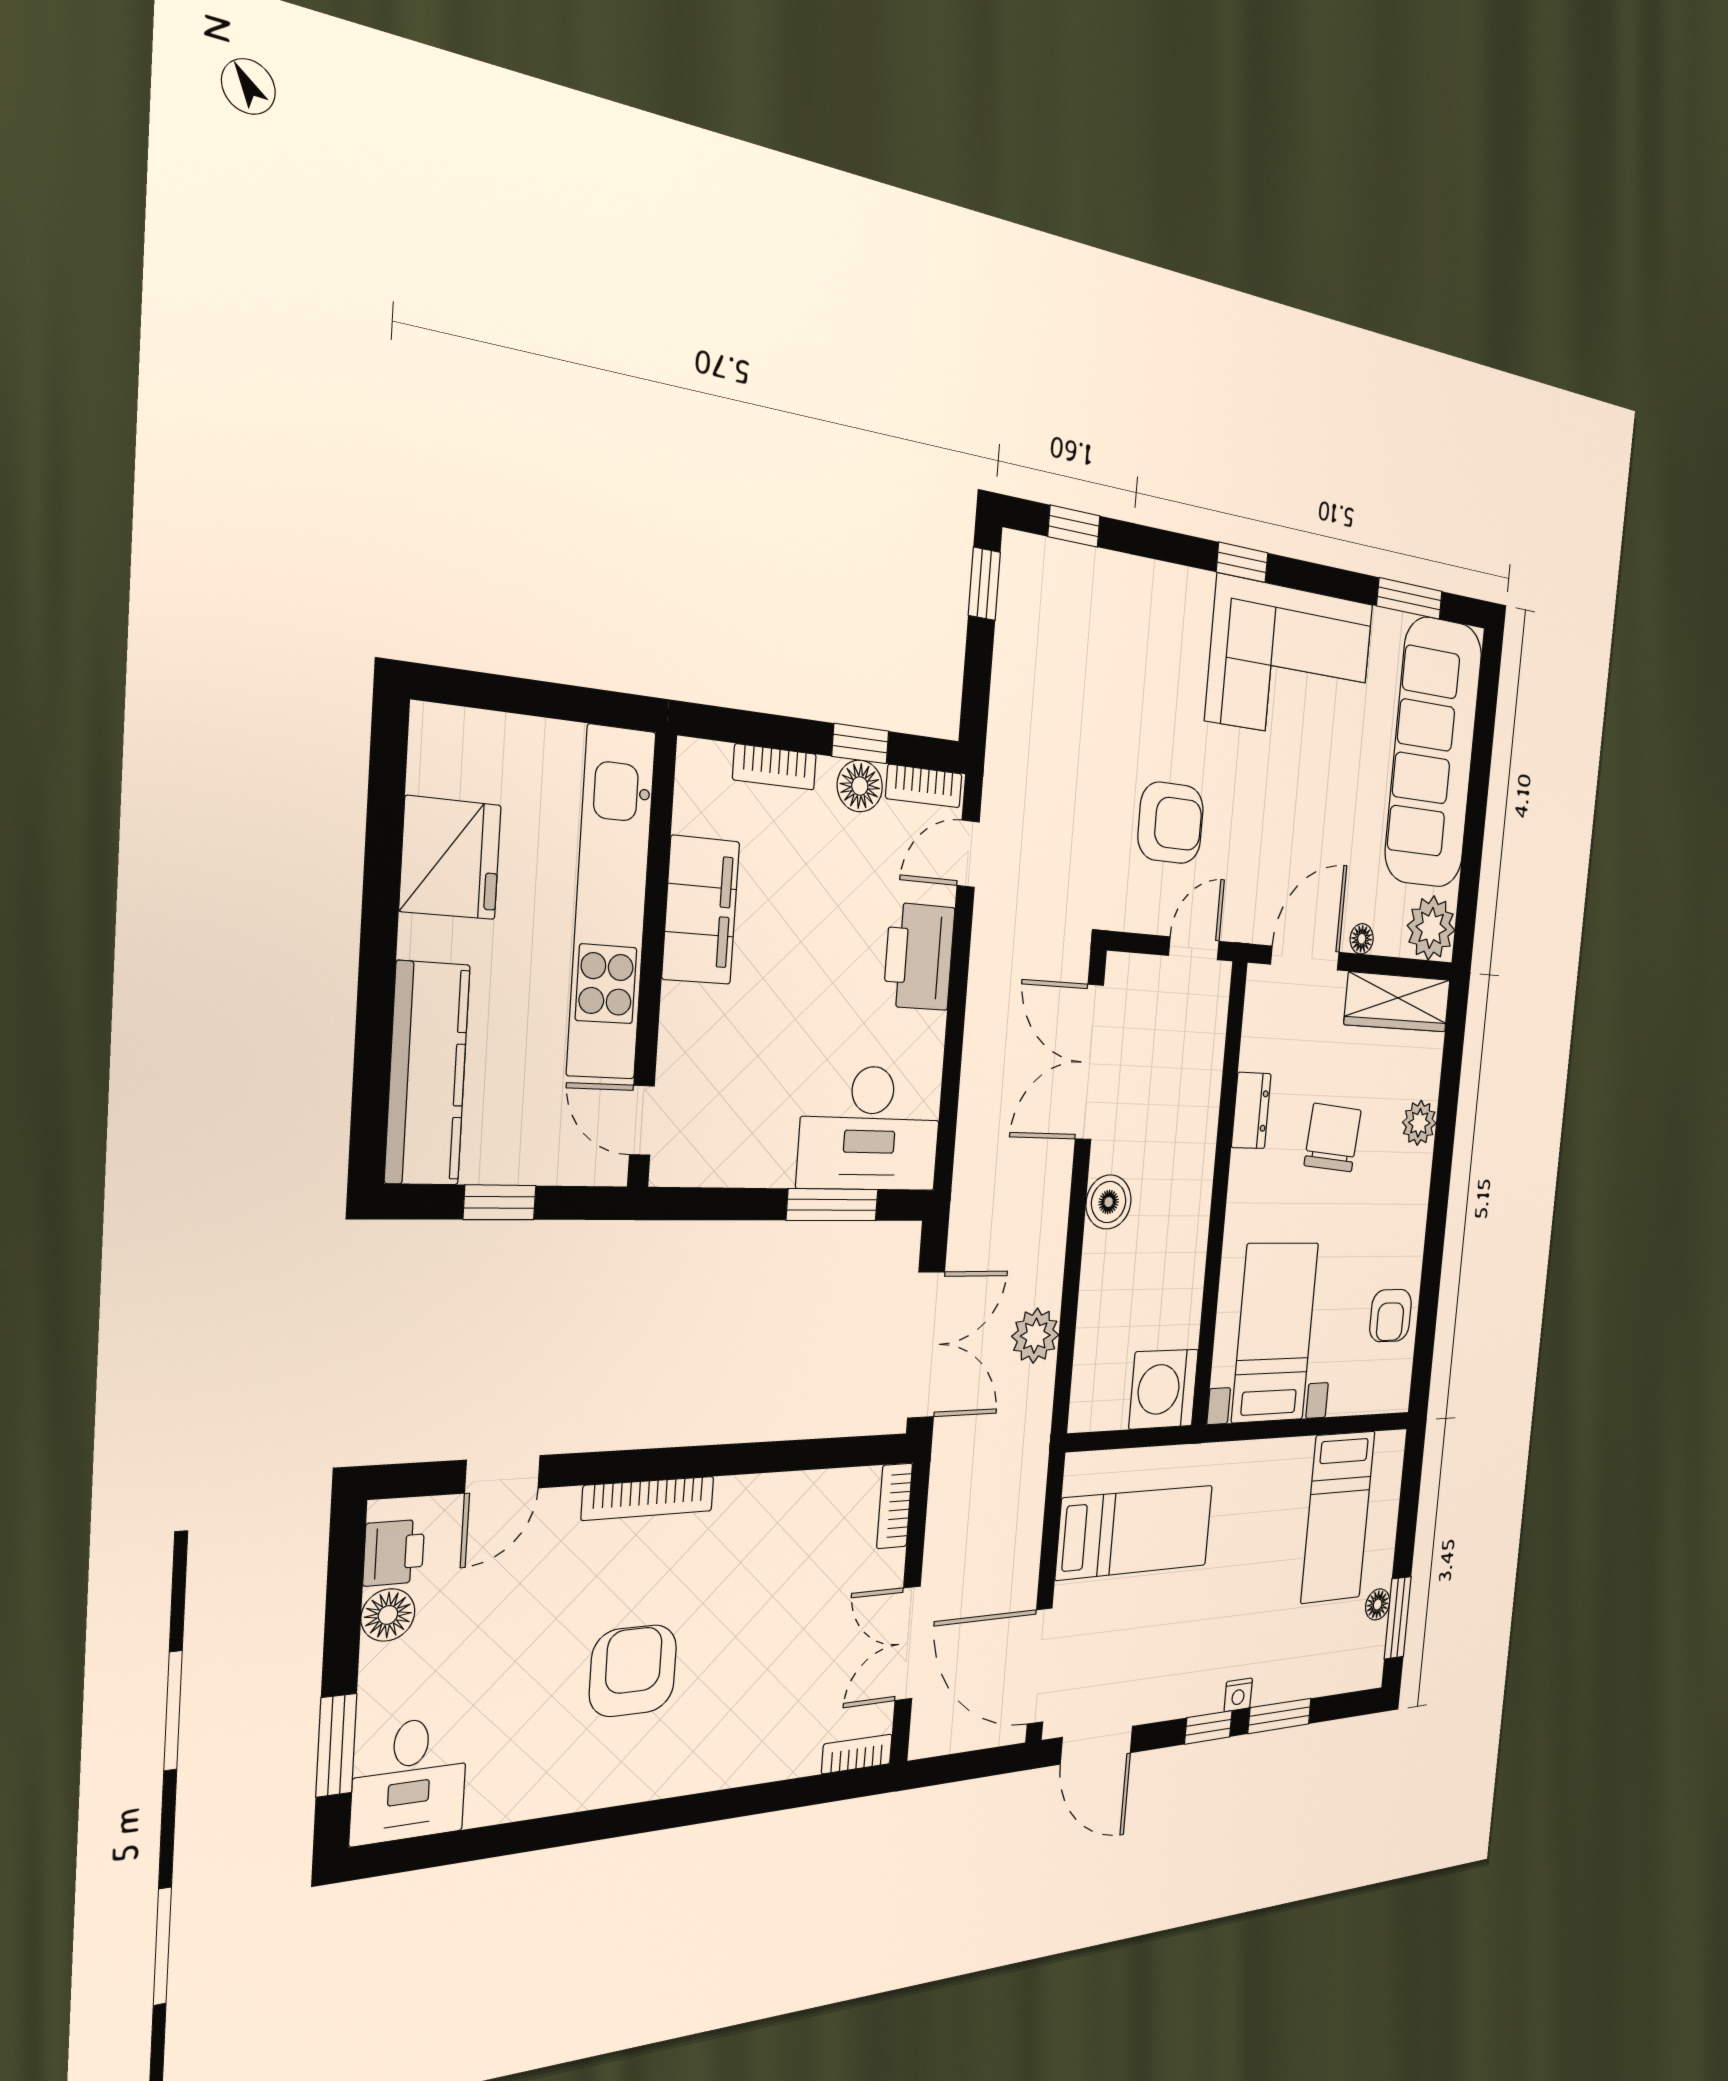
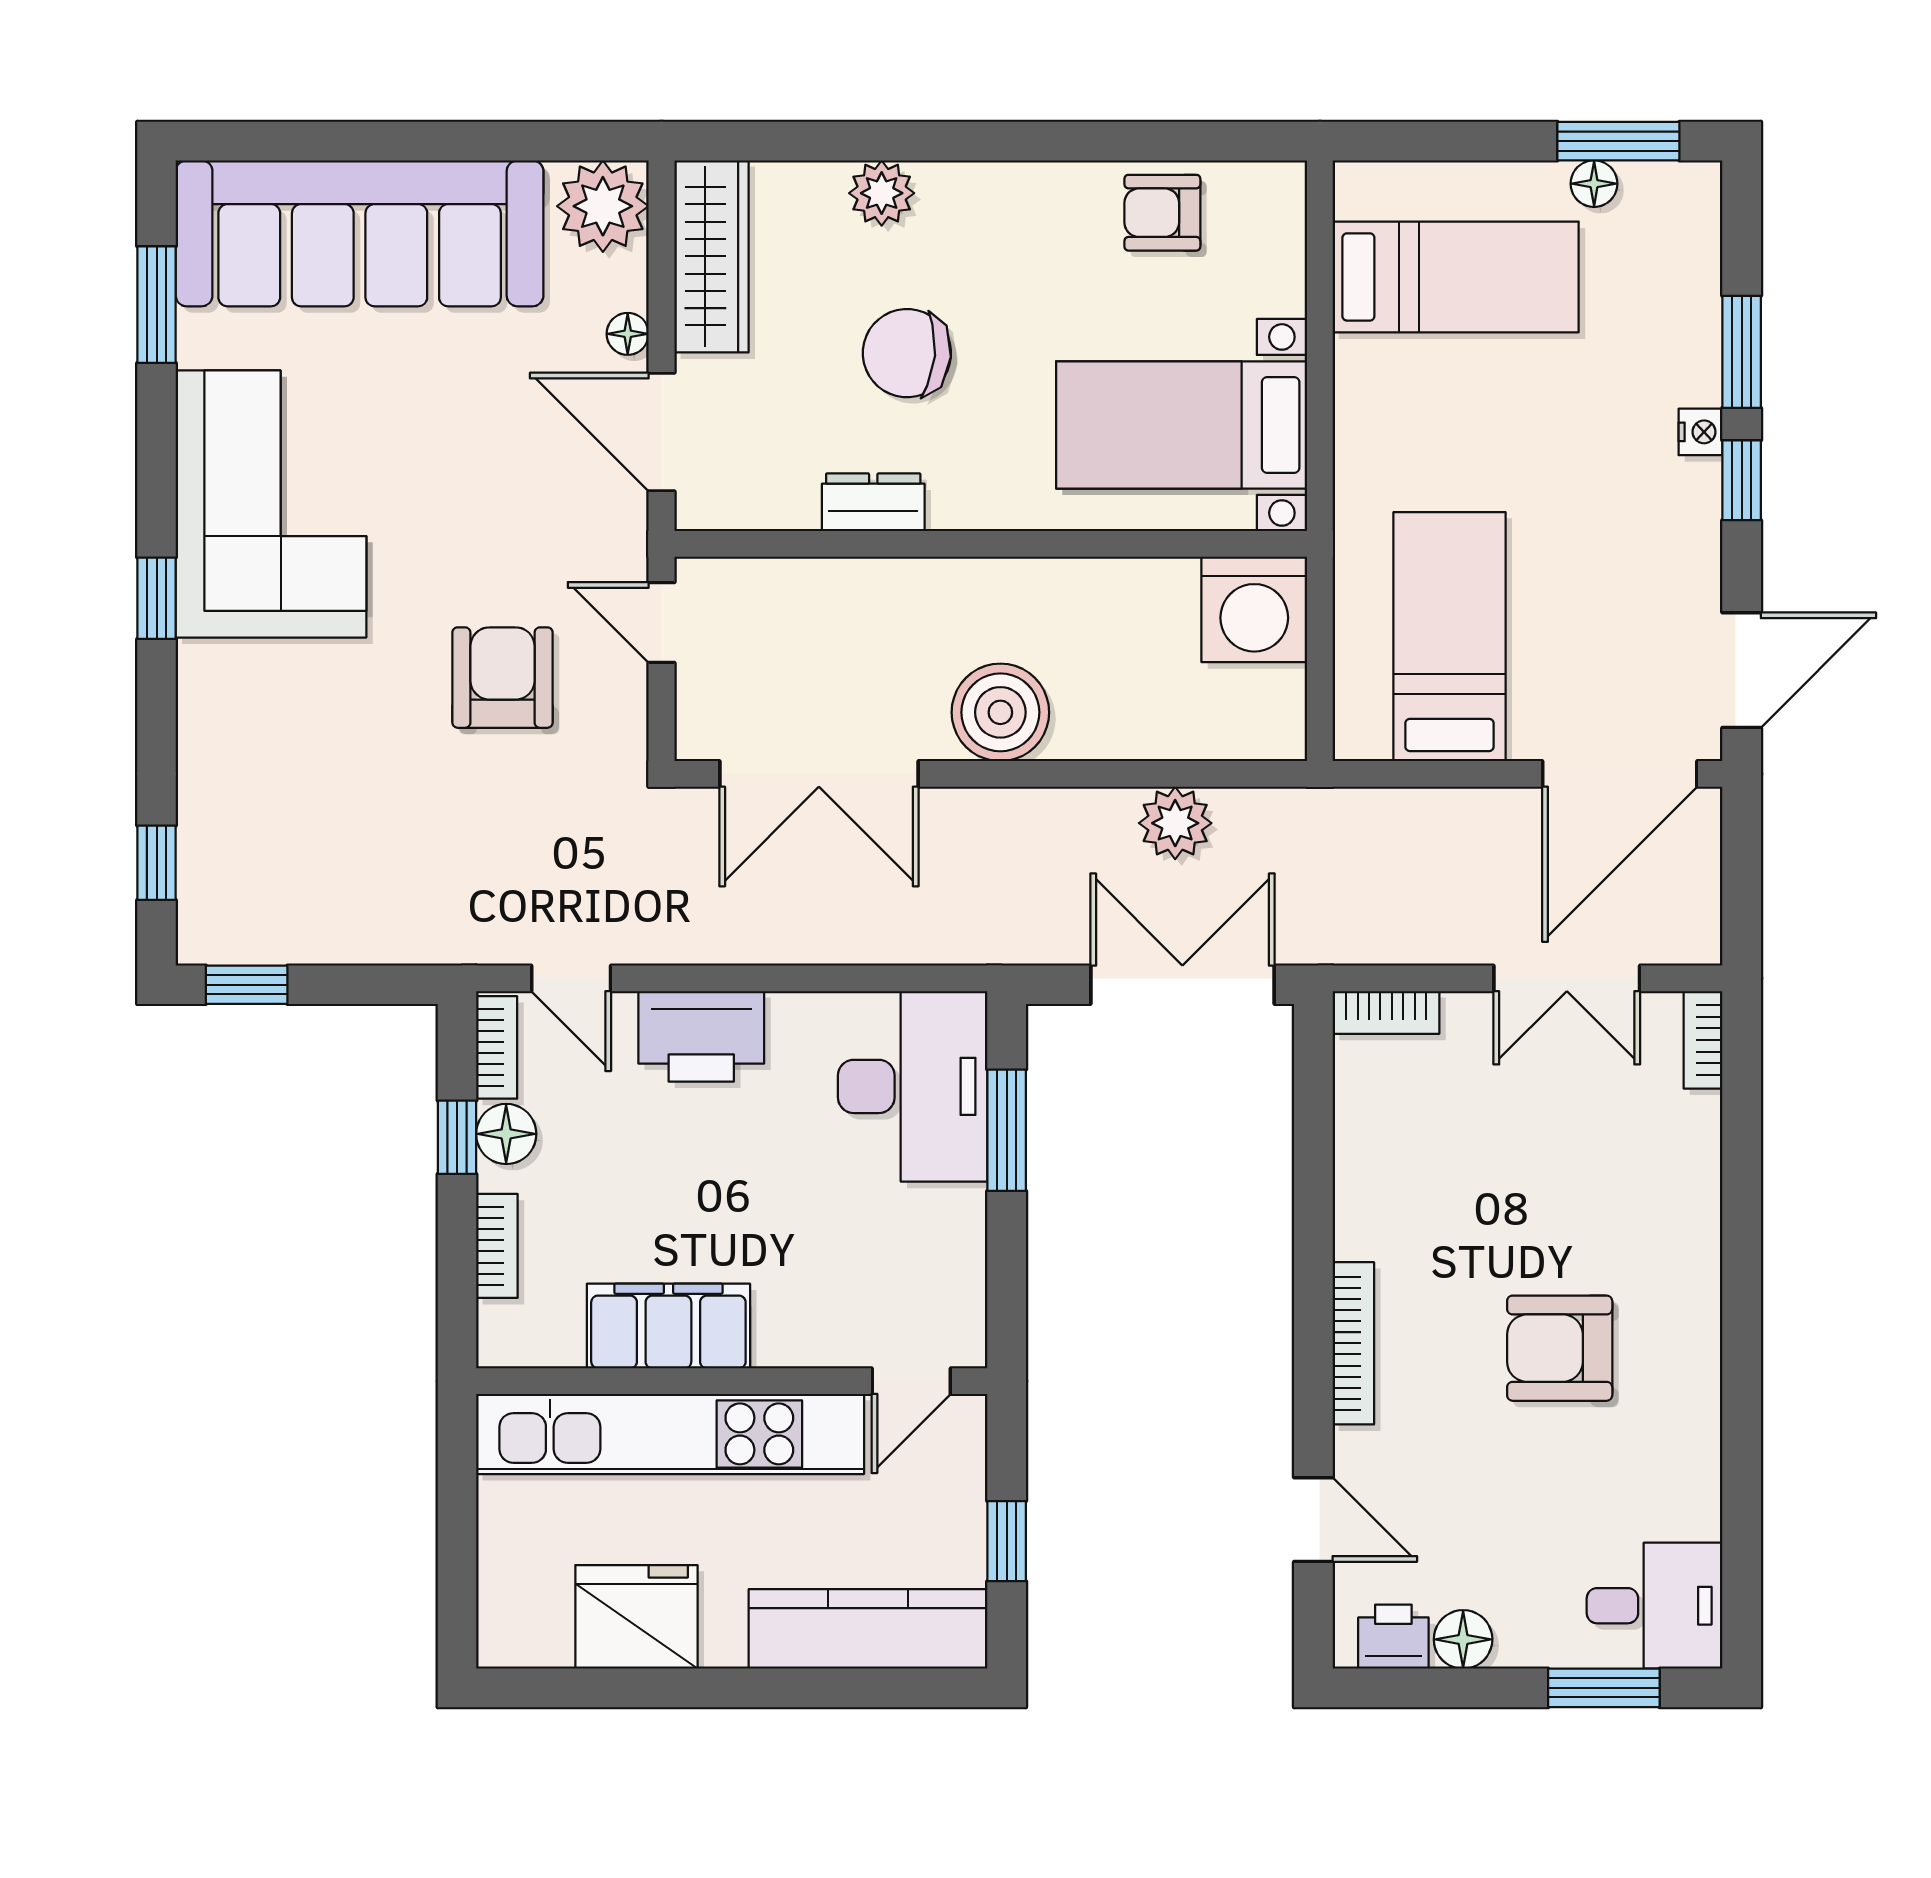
boiler: (1109, 1202) -> (1000, 712), width x1.37, depth x1.37
armchair: (1391, 1316) -> (1162, 213), turned 180

